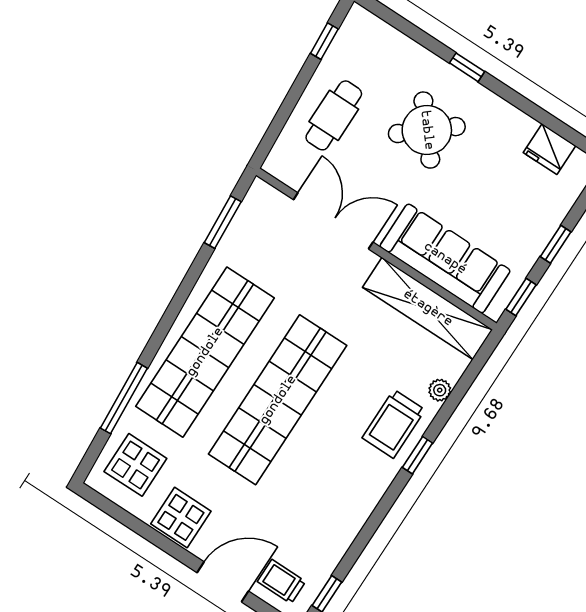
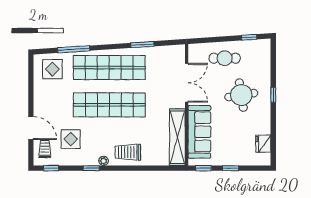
round table: (427, 130) -> (241, 95), turned 31
window: (223, 222) -> (142, 45), moved
plant: (440, 390) -> (104, 161), moved
window: (417, 455) -> (91, 168), moved
display table: (181, 517) -> (71, 139), moved

